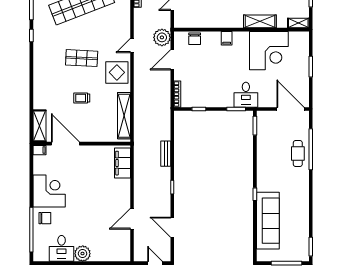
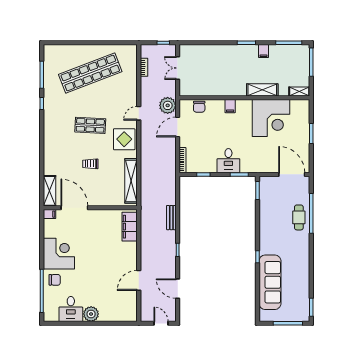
desk: (246, 95) -> (228, 161), moved

